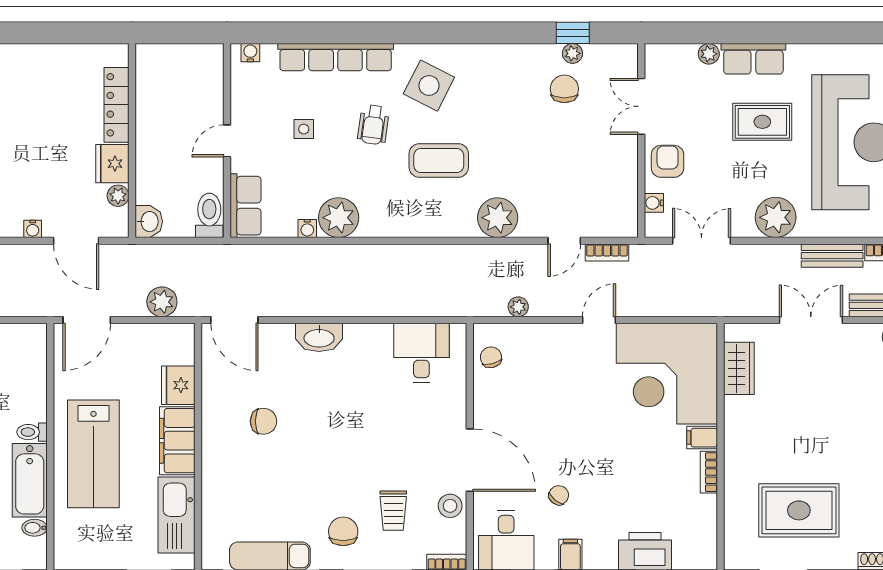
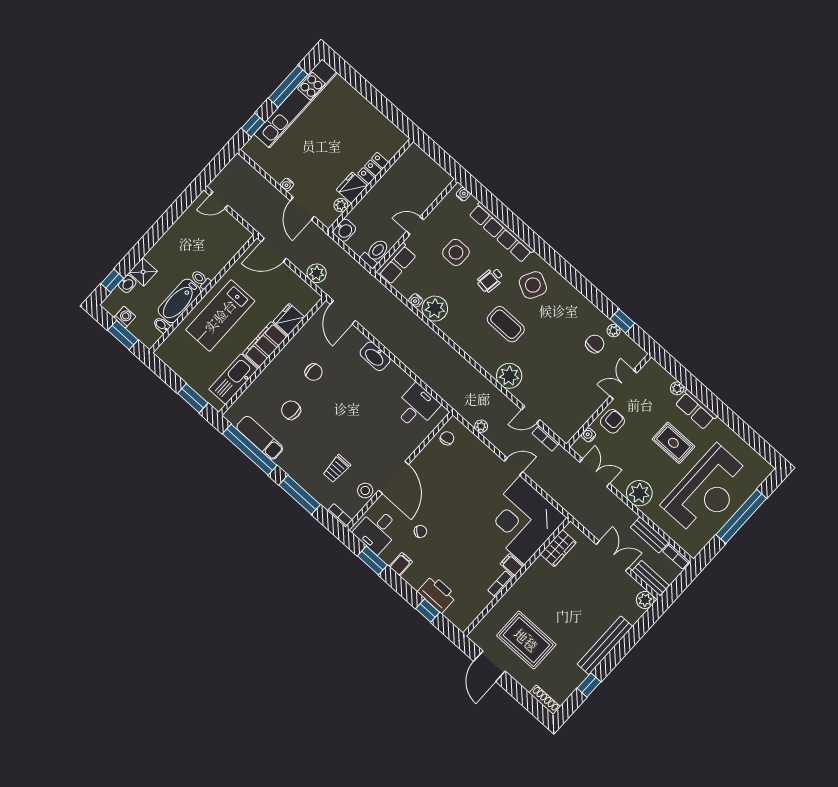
locker: (116, 105) -> (373, 168), width x0.66
side table: (304, 129) -> (456, 252), width x1.87, depth x1.87
chair: (343, 531) -> (291, 410), moved, turned -86

